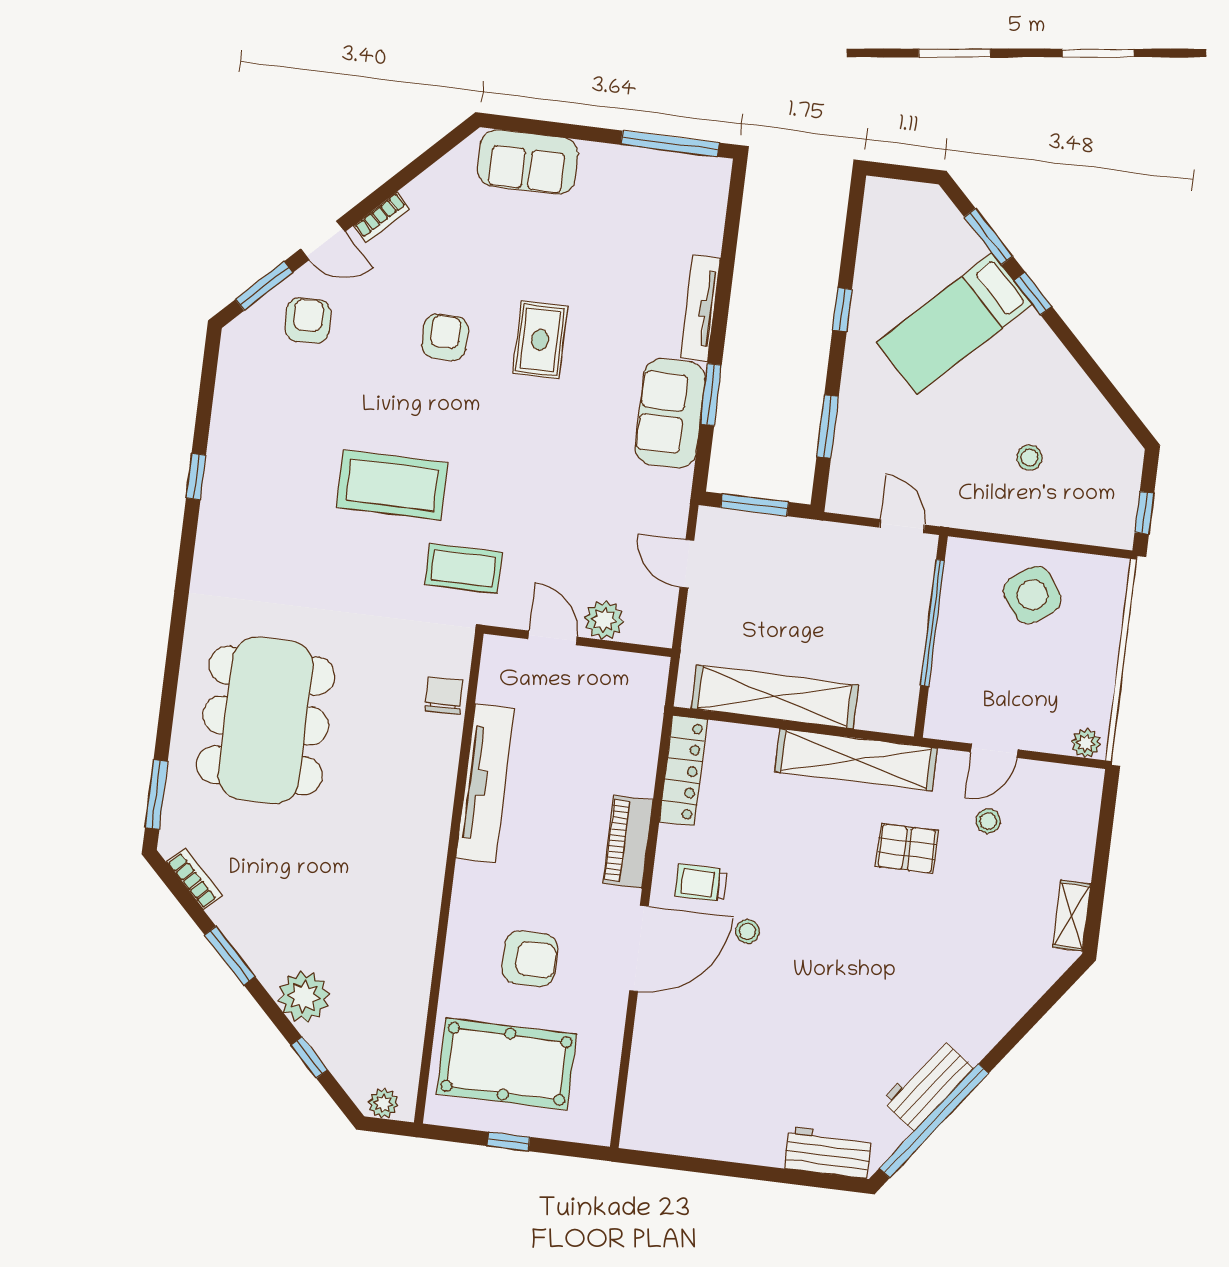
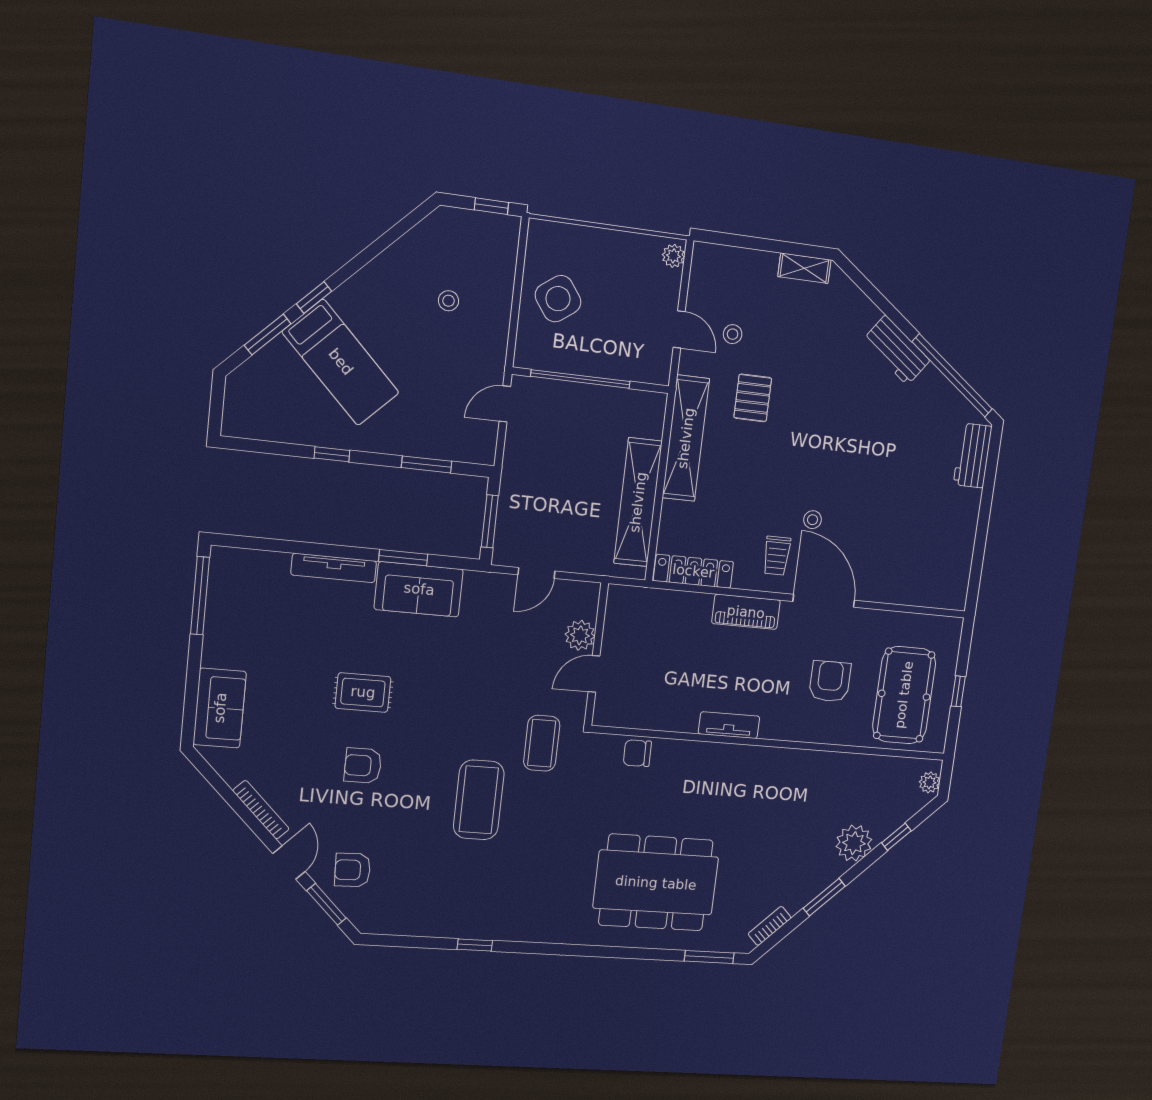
bookcase: (382, 217) -> (261, 810), width x1.56
tv unit: (485, 783) -> (729, 725), width x0.52, depth x0.78
workbench: (928, 1084) -> (896, 350), moved

